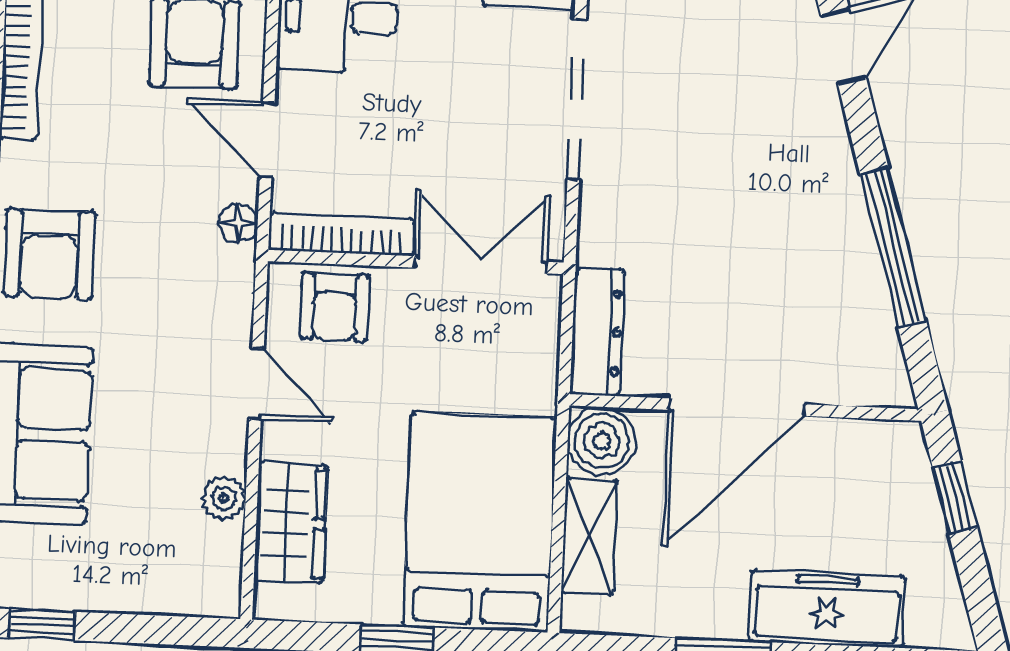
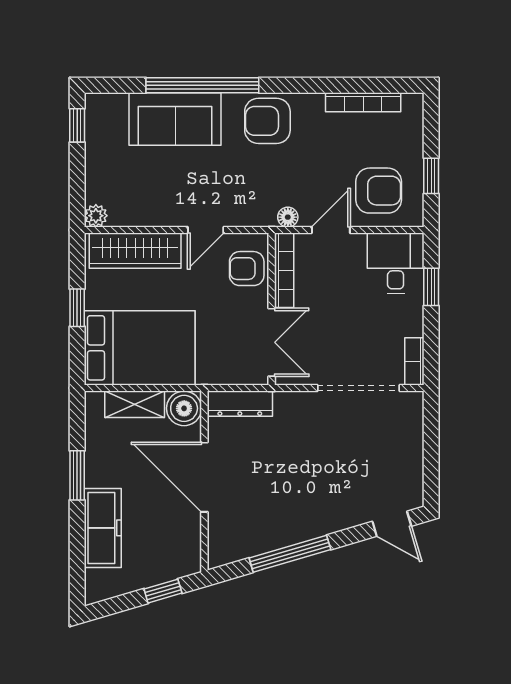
plant: (224, 498) -> (96, 216), moved
wardrobe: (291, 523) -> (135, 251), width x1.50

